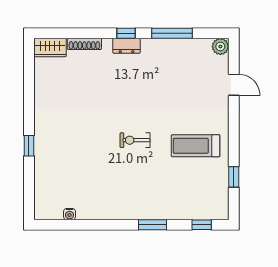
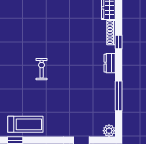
window: (126, 33) -> (119, 42), moved
treadmill: (196, 146) -> (25, 124), moved, turned 90

